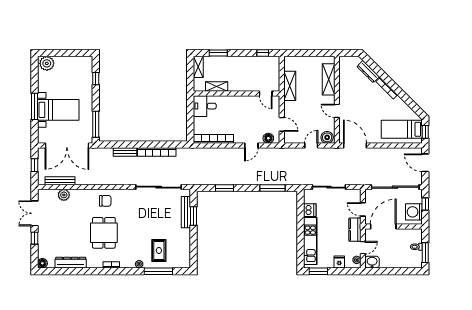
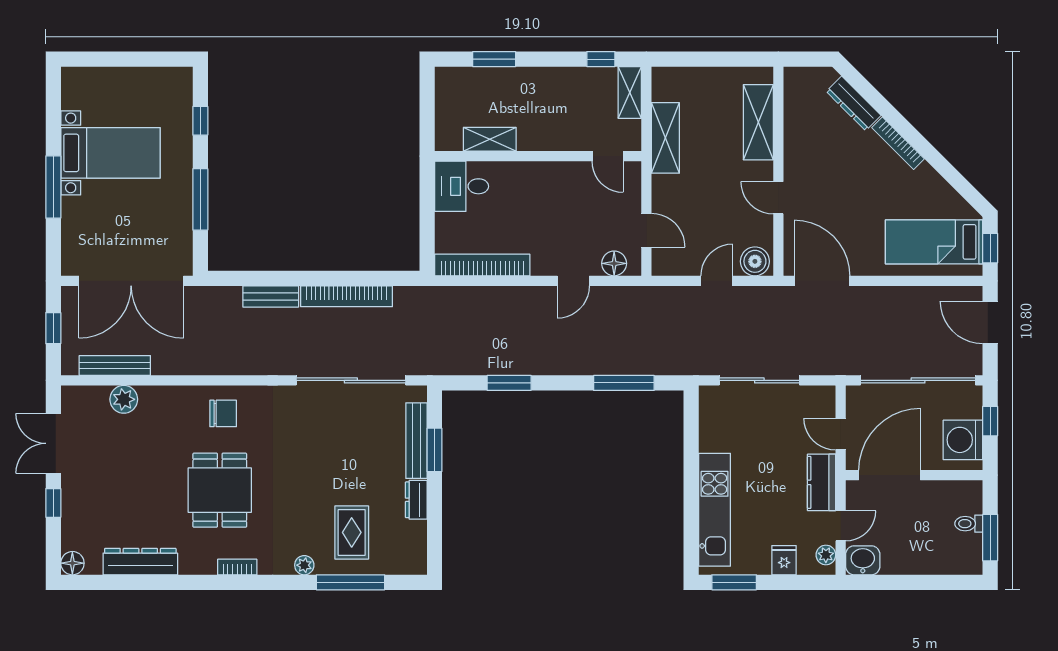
plant: (47, 63) -> (83, 84), removed
shelving: (198, 67) -> (630, 92), moved
bed with nightstands: (58, 110) -> (110, 153), moved
window: (96, 124) -> (200, 199), moved
dishwasher: (310, 210) -> (713, 436), removed
dresser: (186, 237) -> (416, 500), added

